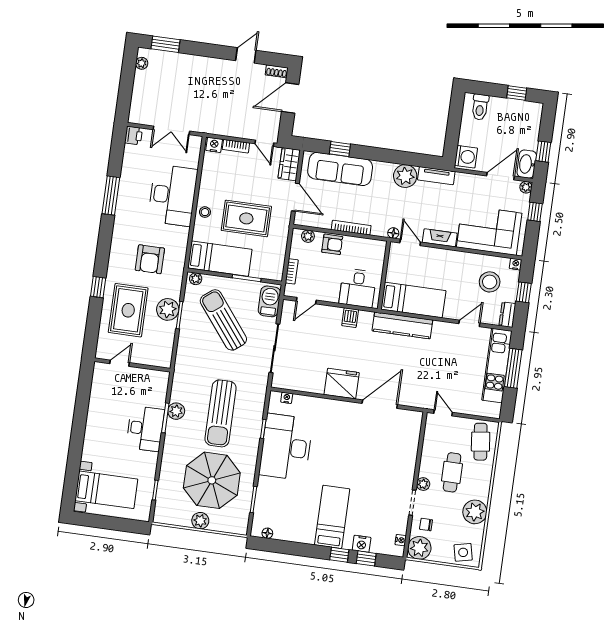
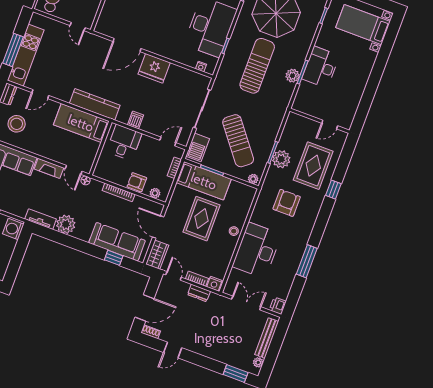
bench: (138, 94) -> (267, 338), added
dresser: (230, 130) -> (199, 293), added
rug: (246, 218) -> (201, 219), turned 90
bed: (220, 259) -> (204, 181), moved, turned 180

